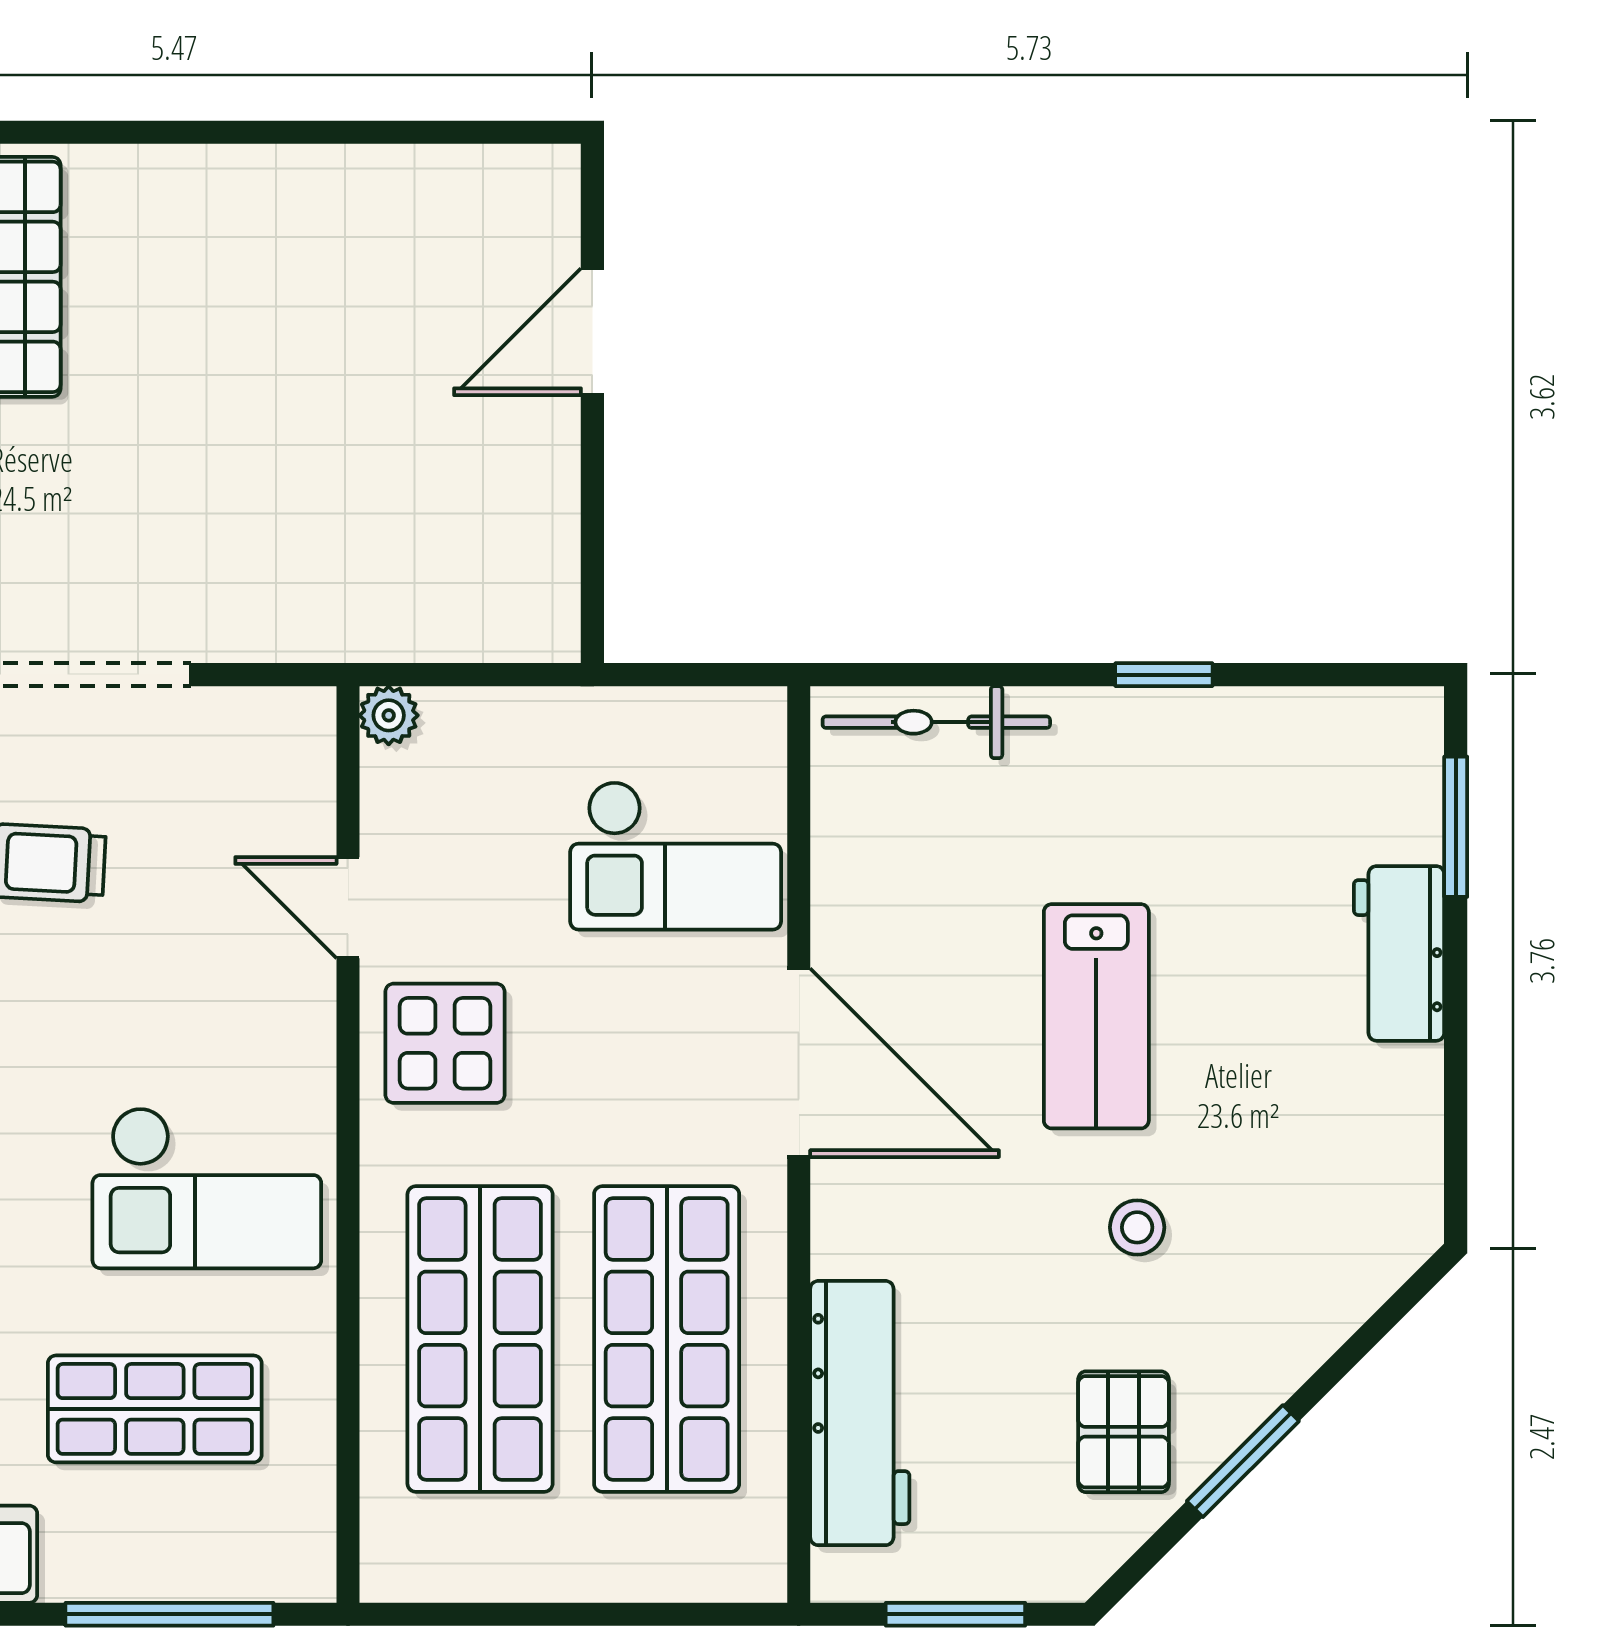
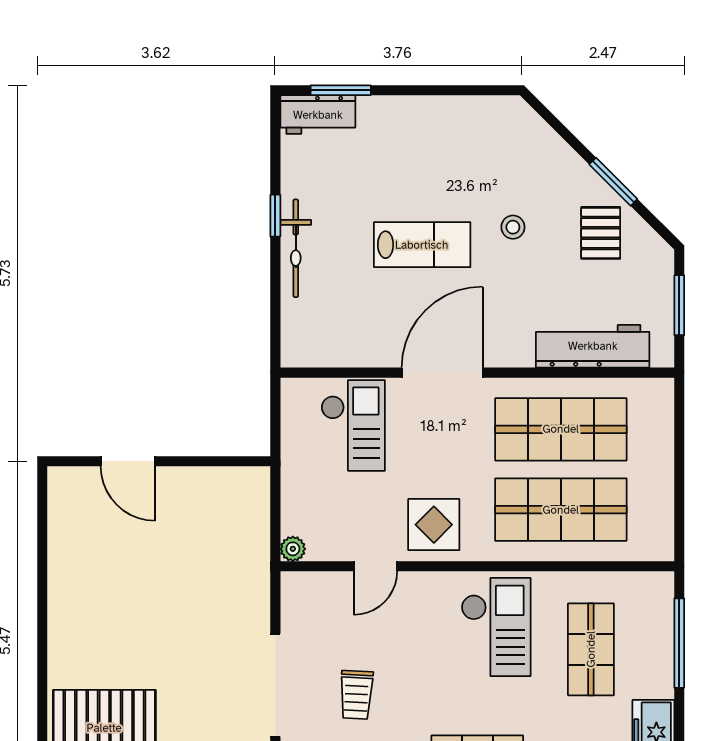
bicycle: (936, 722) -> (296, 248), moved
workbench: (1399, 953) -> (318, 115), moved
pallet: (1123, 1432) -> (601, 233), turned 90

